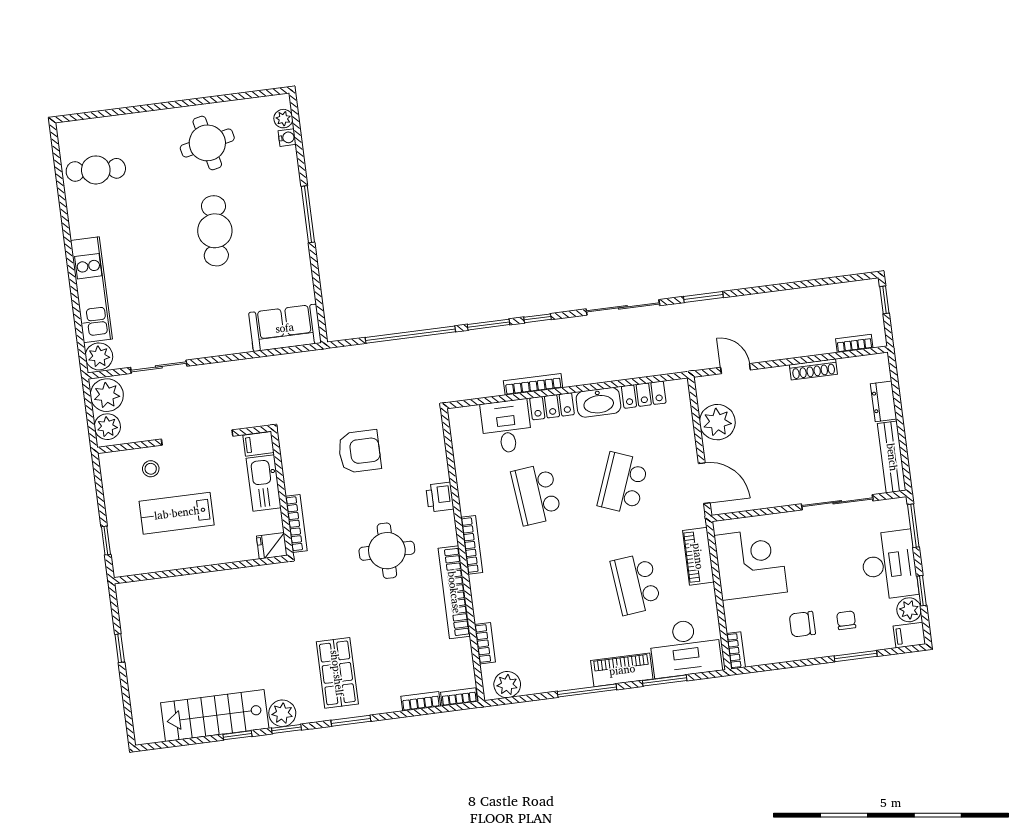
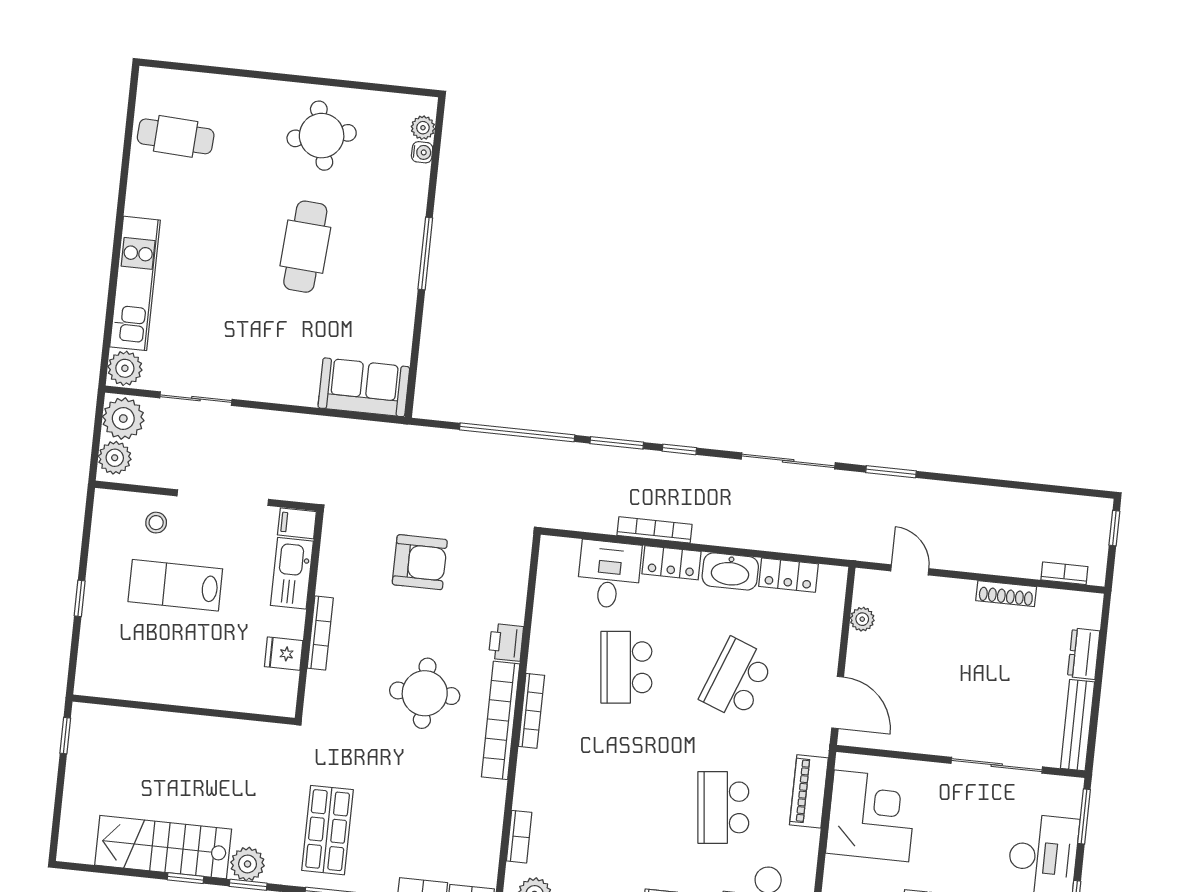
plant: (717, 422) -> (862, 619), width x0.53, depth x0.53
wall: (201, 570) -> (184, 710), moved
bookcase: (454, 592) -> (501, 720), moved

